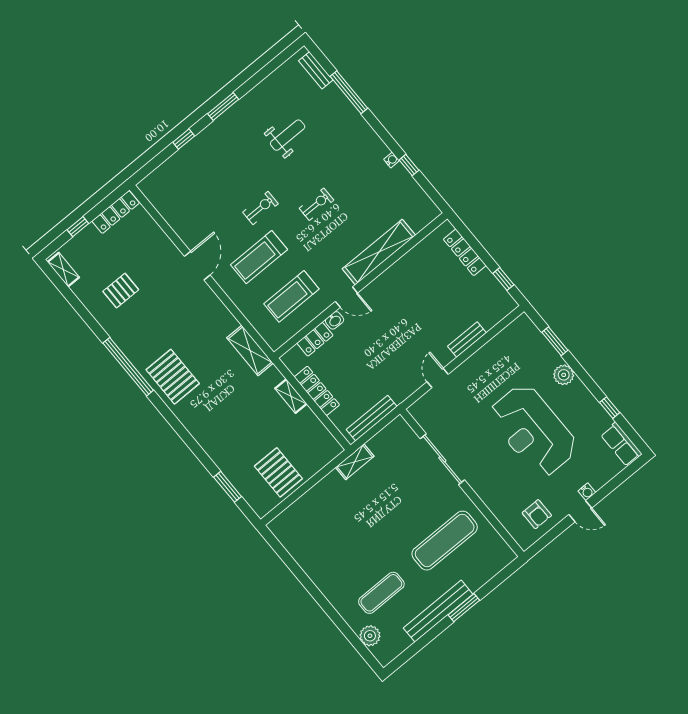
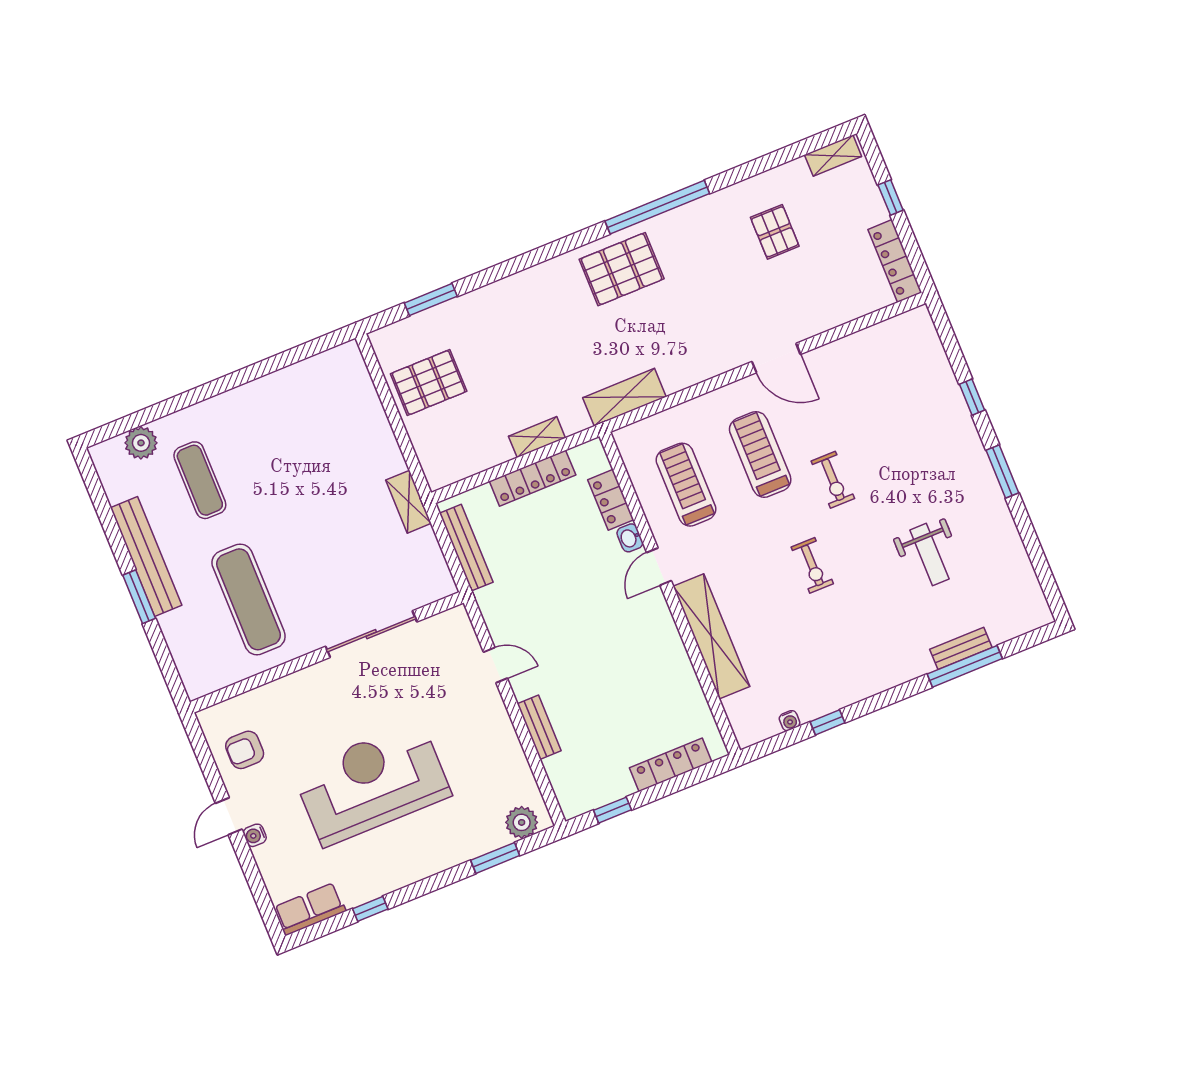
bench: (316, 70) -> (961, 648), moved
water cooler: (392, 160) -> (790, 721), moved
plant: (564, 375) -> (522, 822), moved

